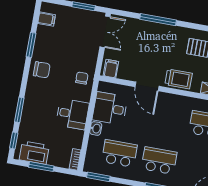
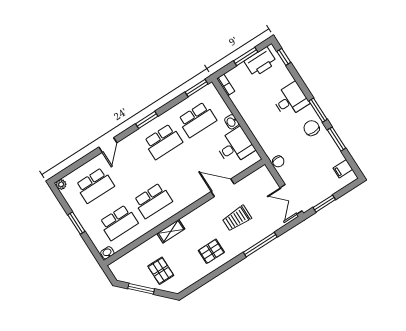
filing cabinet: (111, 69) -> (261, 176), removed
chair: (42, 70) -> (312, 128), turned 90
chair: (82, 78) -> (278, 161), moved
trolley: (179, 79) -> (237, 218), moved
window: (19, 110) -> (318, 110), moved
desk: (72, 114) -> (291, 100), moved, turned 180

